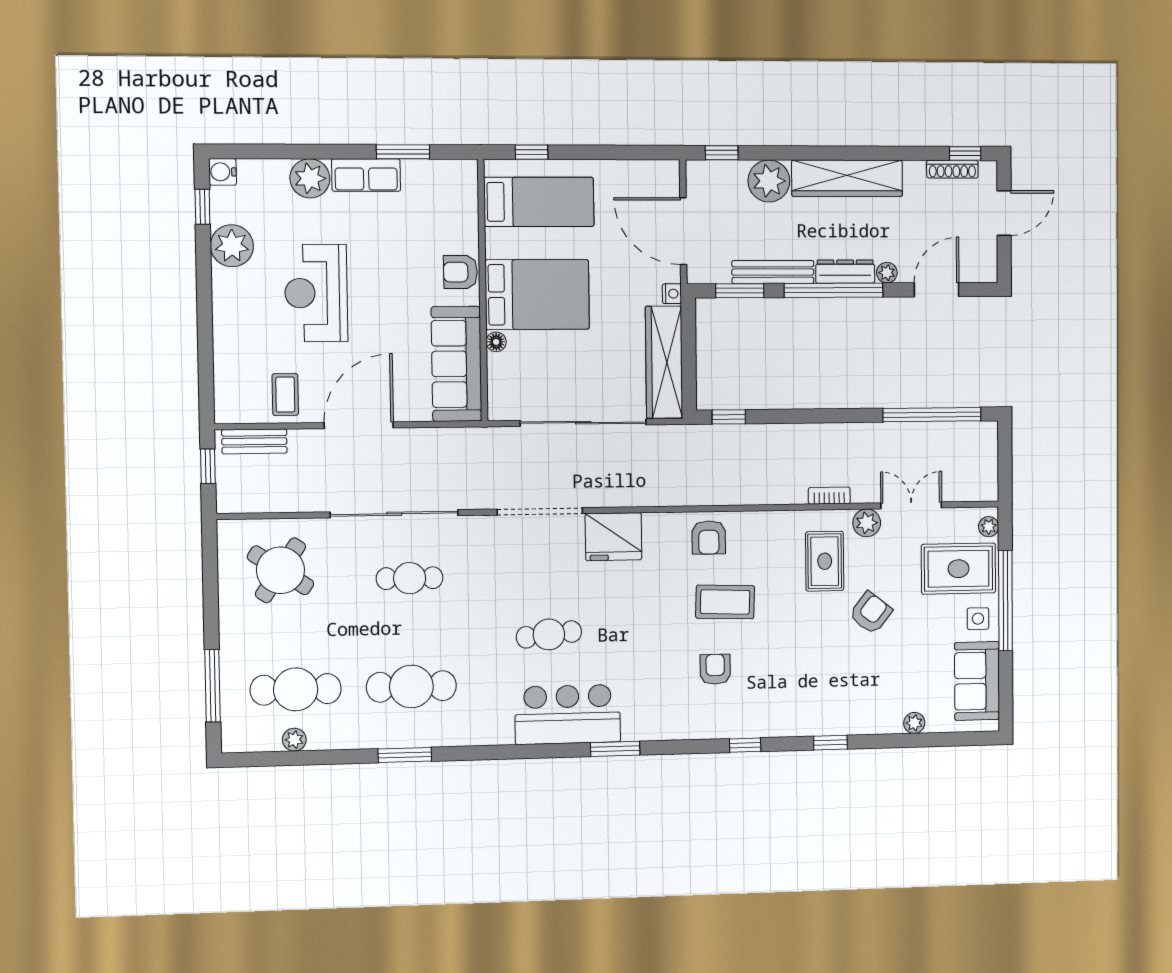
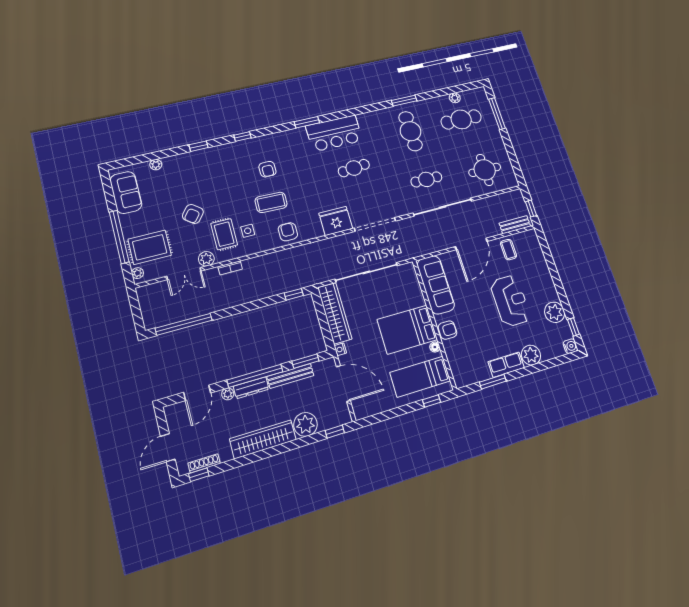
floor lamp: (496, 342) -> (435, 347), moved
round table: (280, 570) -> (485, 170), turned -34
side table: (978, 619) -> (248, 231), moved
cafe table: (411, 686) -> (410, 131), turned 90

